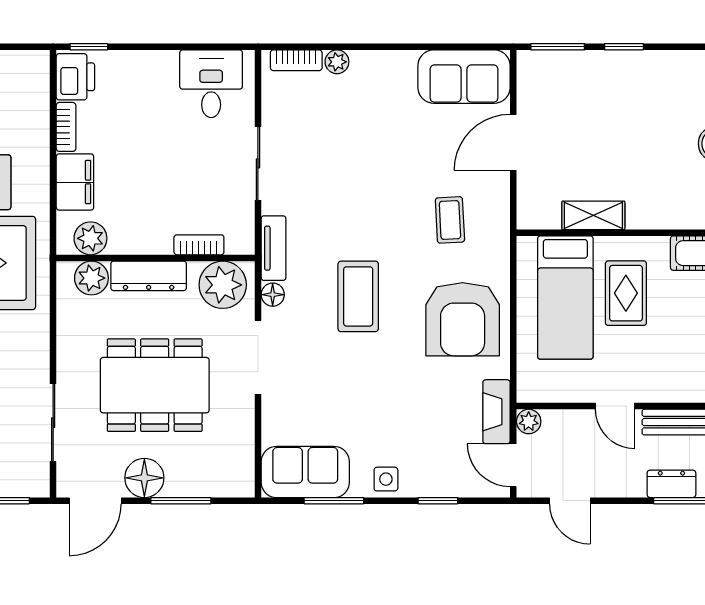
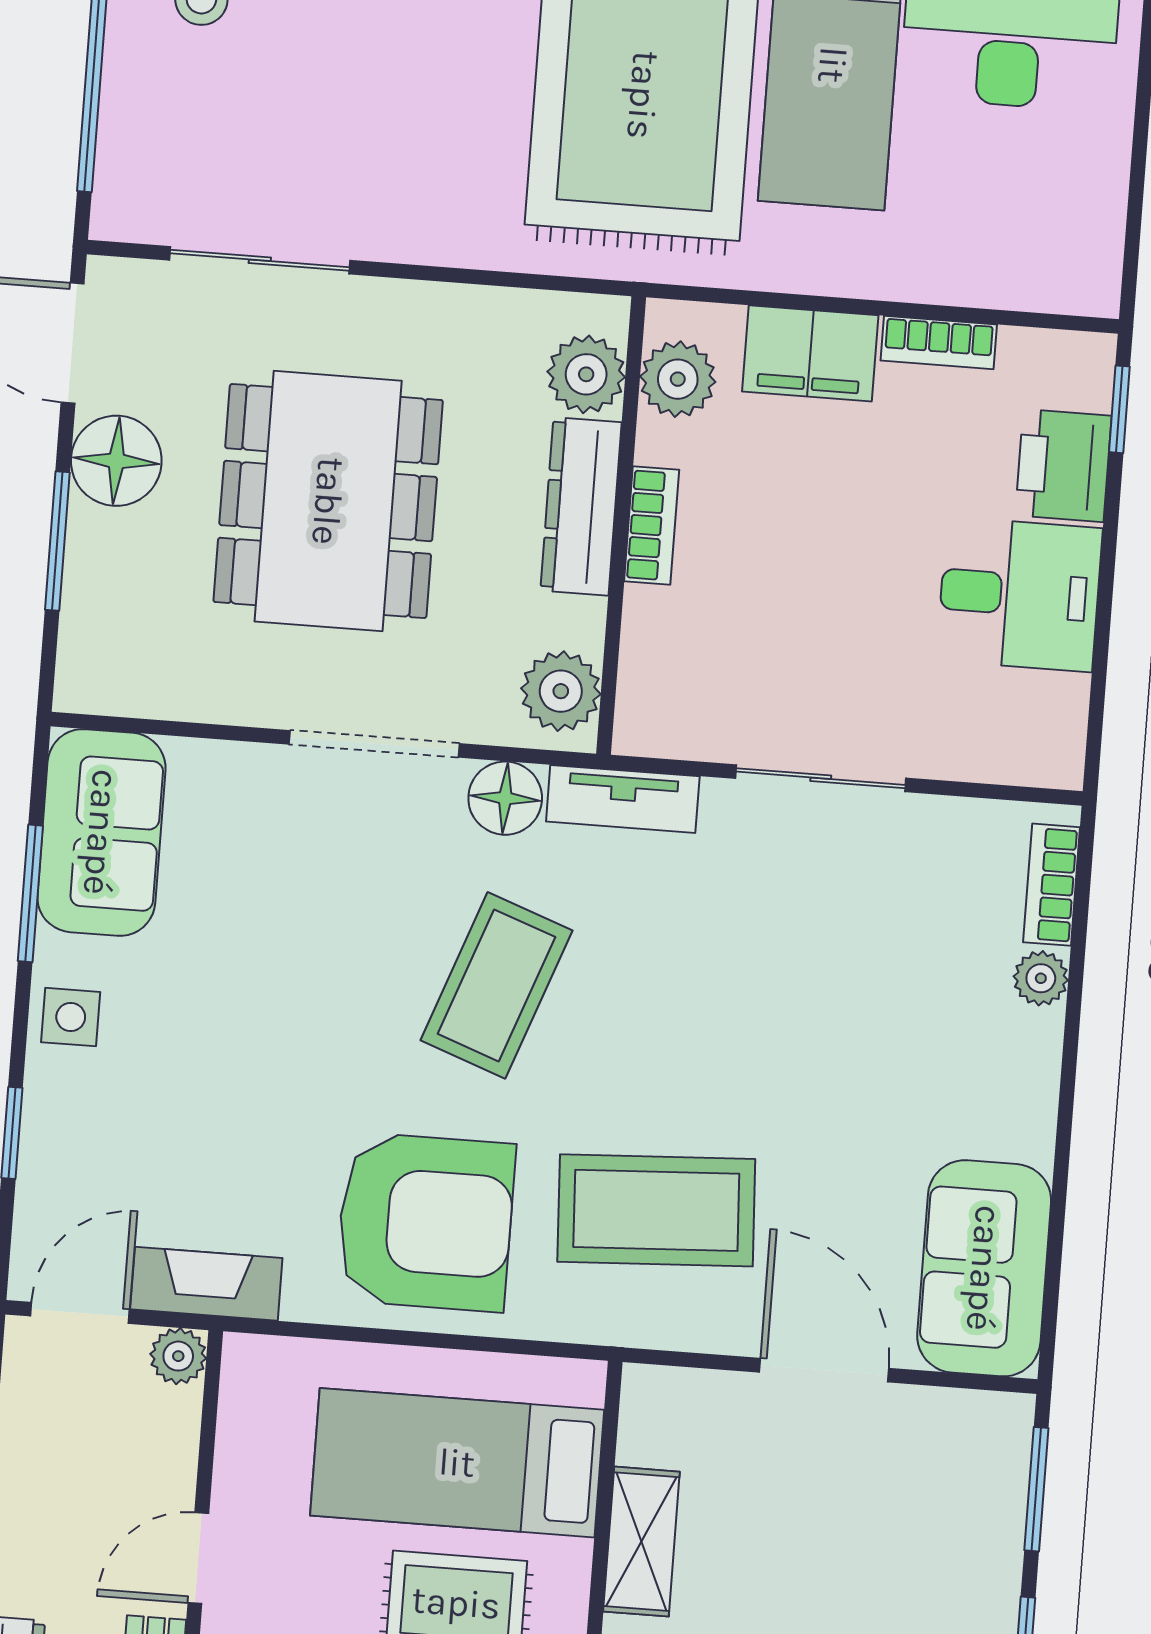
printer: (75, 77) -> (1063, 466), moved, turned 90
desk: (211, 84) -> (1019, 594), moved
coffee table: (450, 220) -> (656, 1210), width x1.86, depth x1.72
bookcase: (199, 245) -> (652, 526), moved
plant: (223, 285) -> (561, 691), width x0.73, depth x0.73
floor lamp: (273, 295) -> (505, 798), width x1.37, depth x1.37
coffee table: (358, 296) -> (496, 985), turned -70
armchair: (463, 319) -> (425, 1222), turned 180

